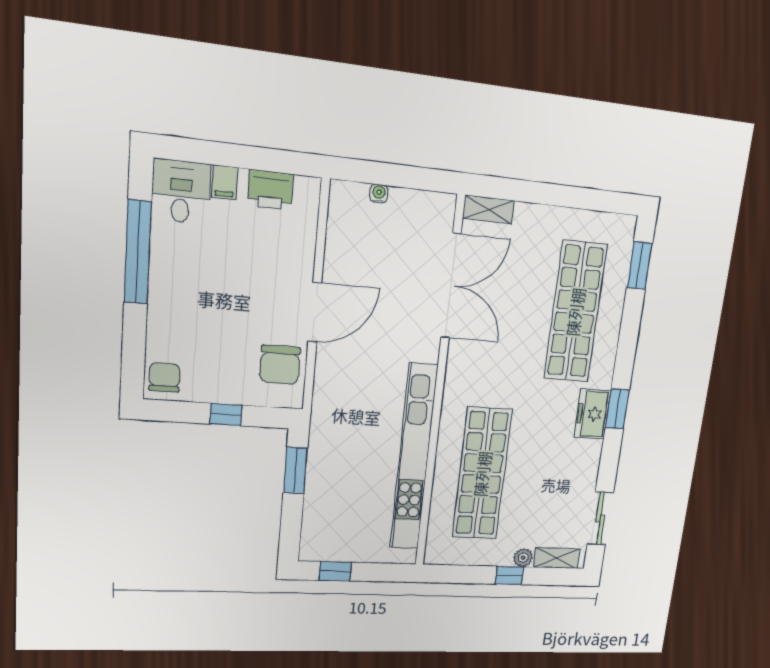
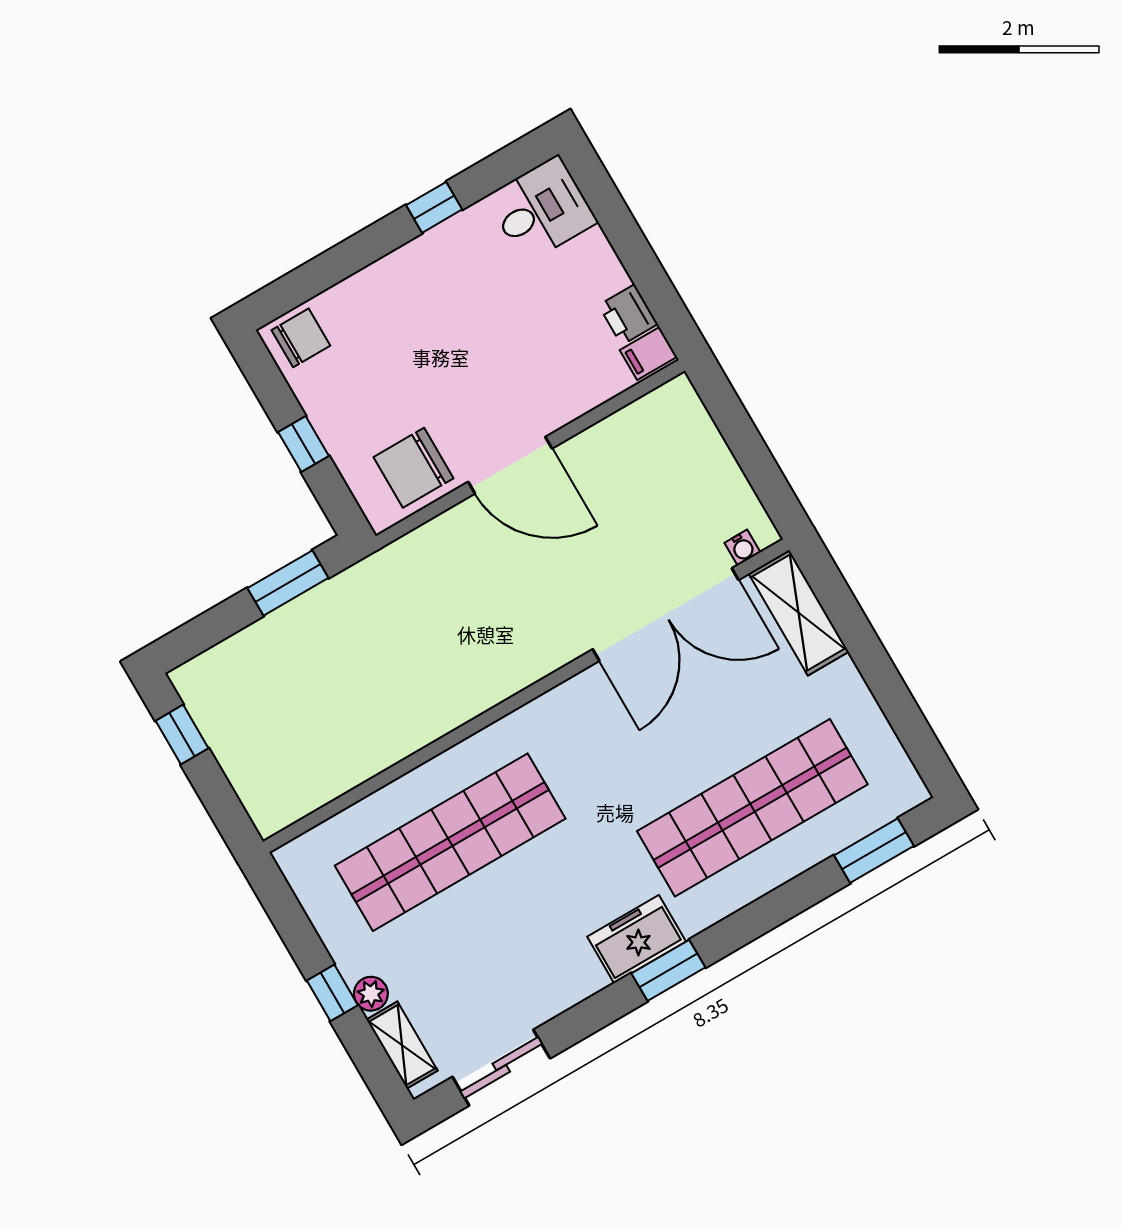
filing cabinet: (225, 182) -> (648, 353), moved
printer: (270, 190) -> (628, 315), width x0.73, depth x0.81
water cooler: (379, 194) -> (742, 548), moved, turned 90
shelving: (488, 209) -> (798, 613), width x1.50, depth x1.33
window: (138, 252) -> (434, 207), width x0.32
kitchen unit: (414, 458) -> (409, 730), removed

